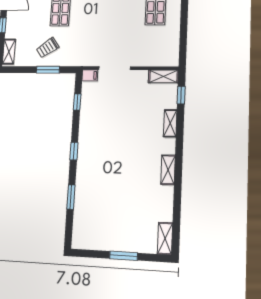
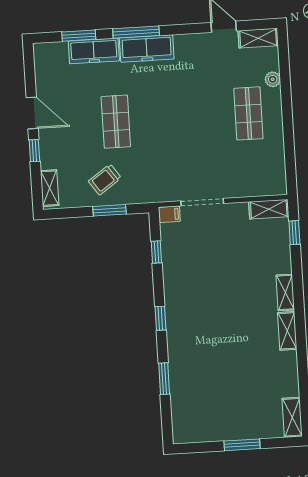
shelving: (170, 123) -> (285, 292), moved

